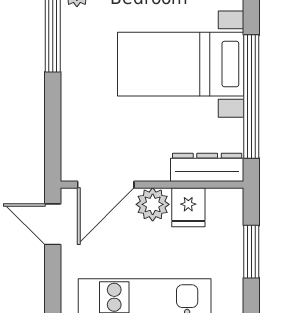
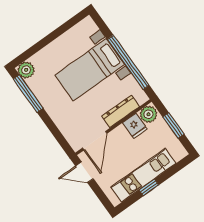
dresser: (207, 167) -> (121, 111), moved
plant: (153, 204) -> (148, 114), moved

